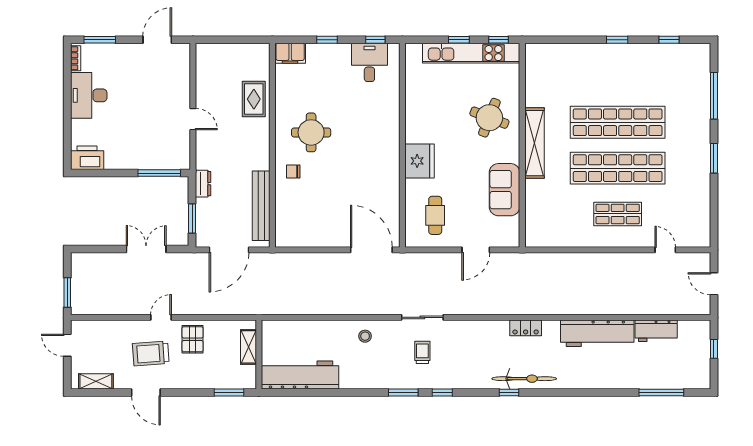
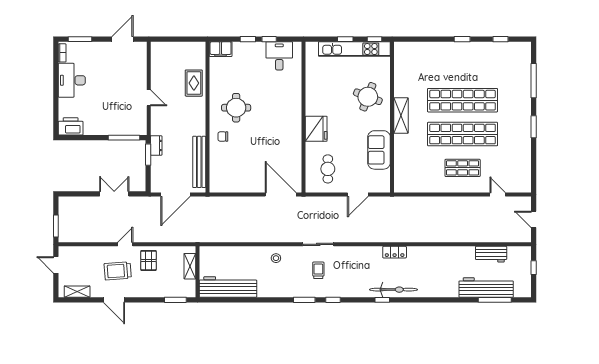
window: (375, 40) -> (269, 39), moved
shelving: (534, 143) -> (401, 116), width x0.68
window: (192, 219) -> (148, 155), moved
workbench: (597, 333) -> (486, 287), moved, turned 180

